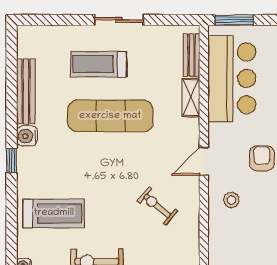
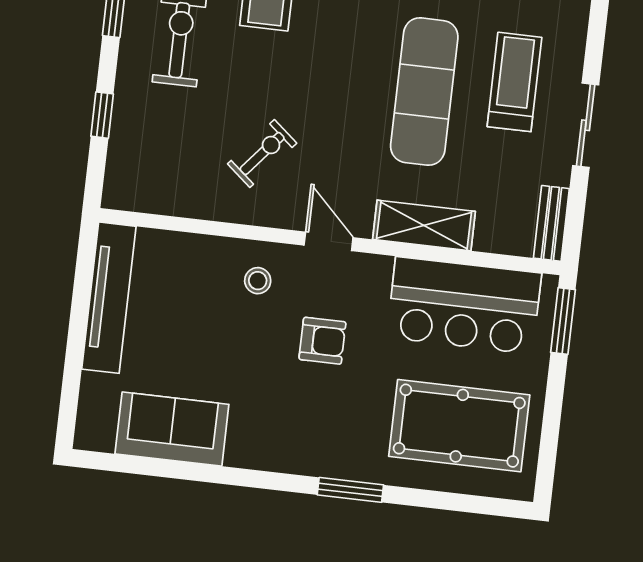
bench: (192, 55) -> (551, 223), moved, turned 90
shelving: (191, 97) -> (424, 225), width x1.50, depth x1.33

